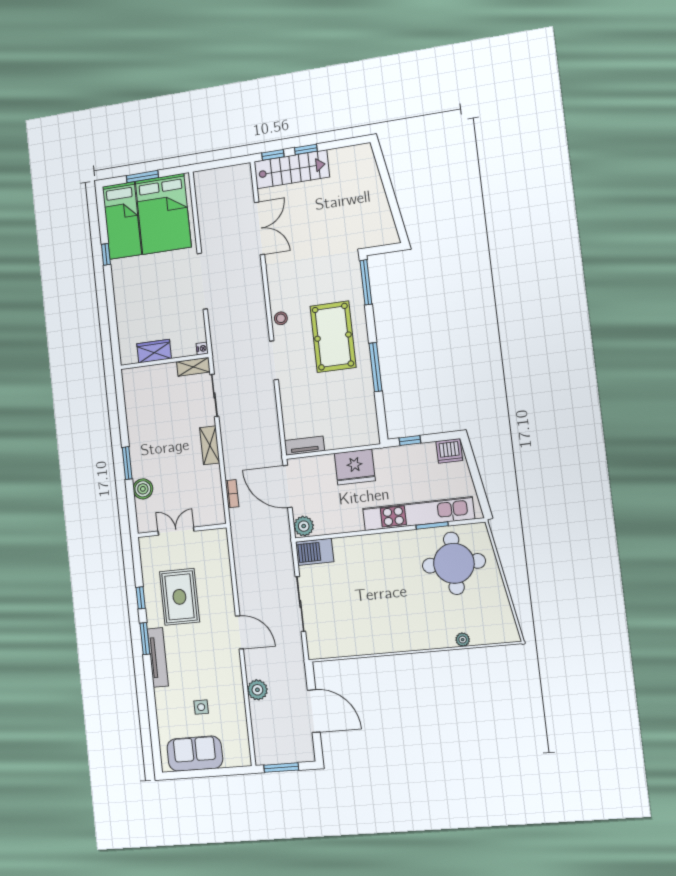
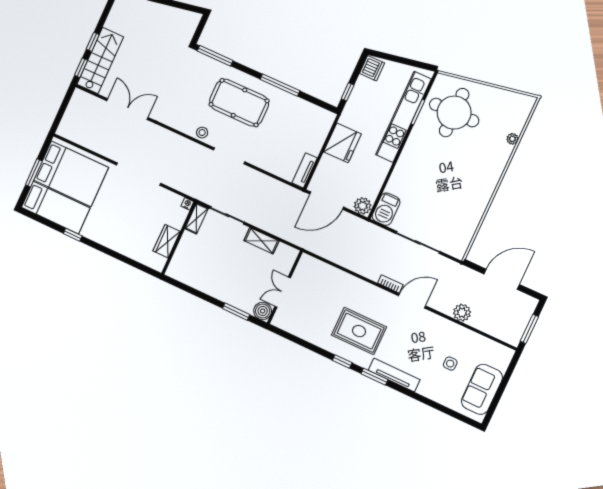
bookcase: (232, 494) -> (390, 284), moved
double door: (176, 531) -> (283, 292), moved
wall: (182, 531) -> (285, 287), moved

